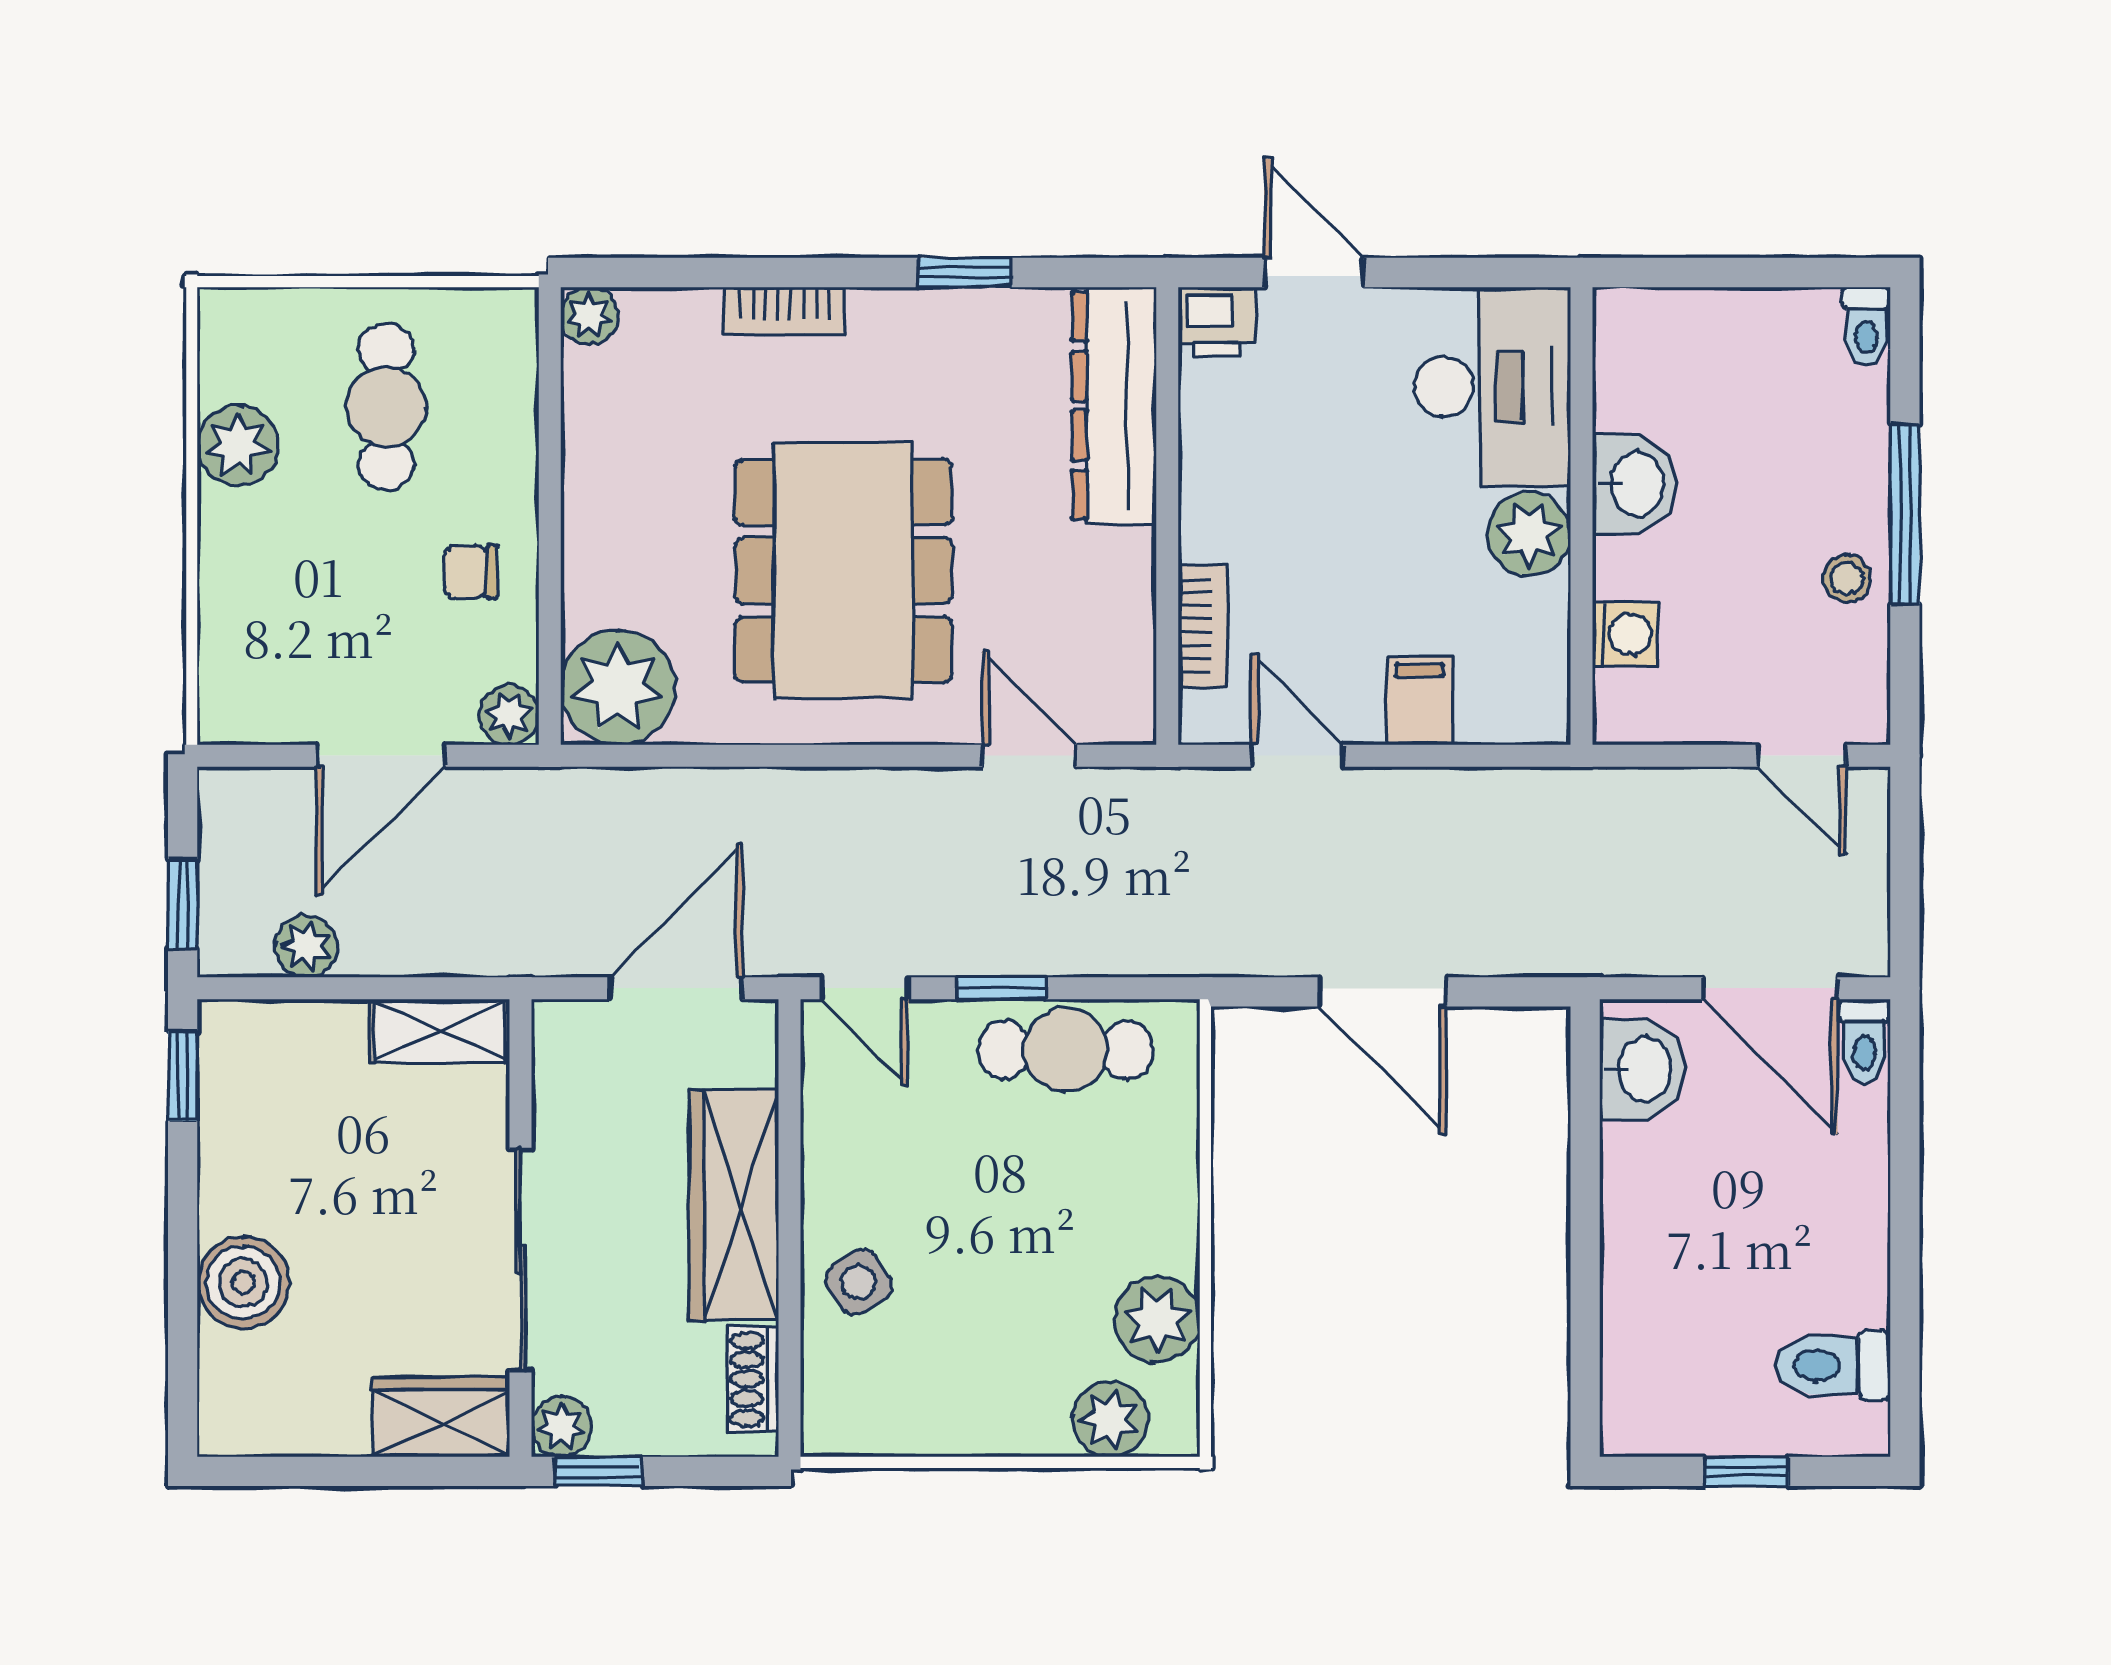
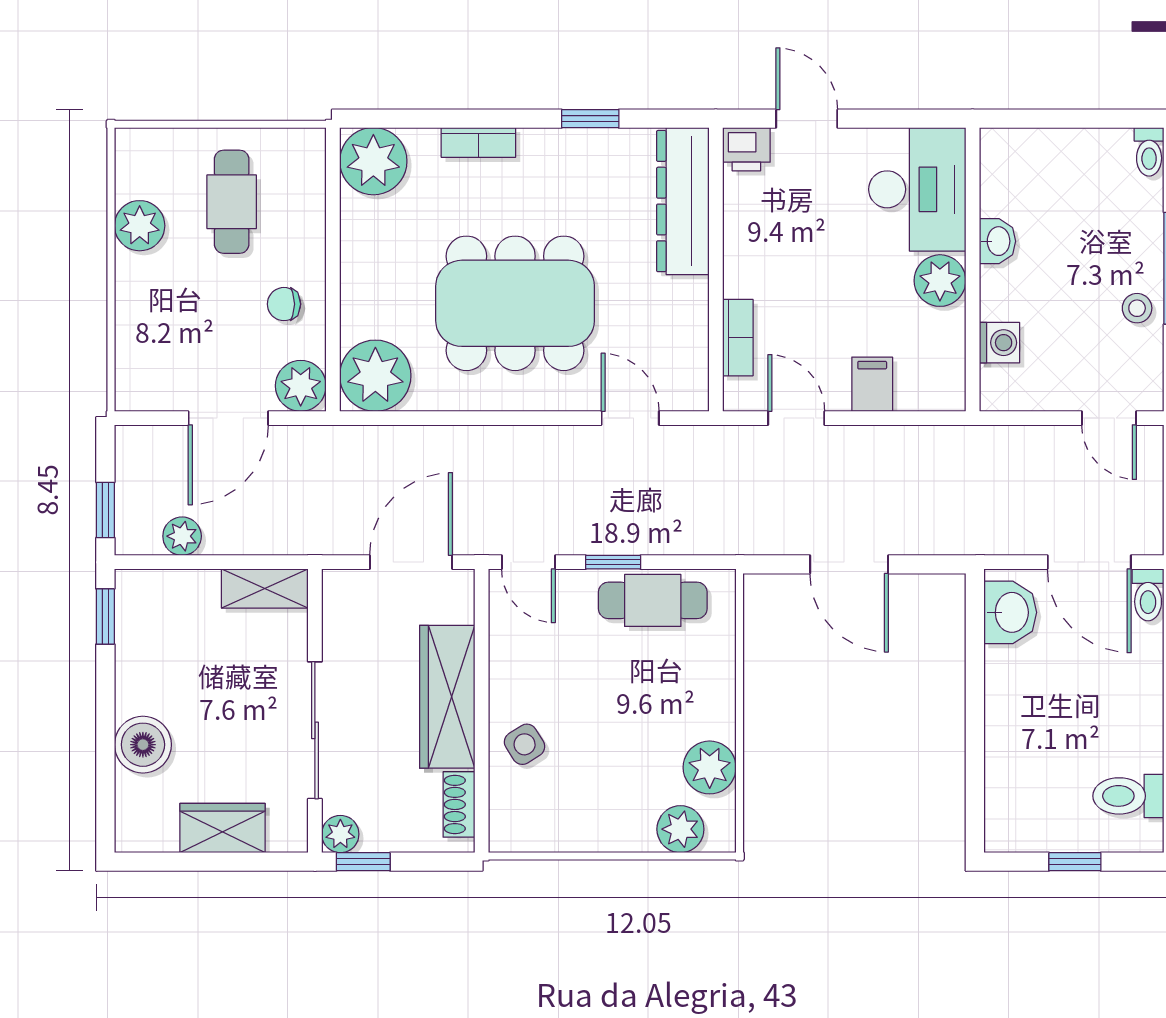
plant: (589, 316) -> (373, 161), width x1.88, depth x1.88
washbasin: (1635, 484) -> (997, 241), width x0.72, depth x0.69
dining table: (843, 571) -> (515, 303), turned 90
plant: (509, 715) -> (301, 386), width x1.38, depth x1.38
wardrobe: (441, 1417) -> (223, 828), moved

